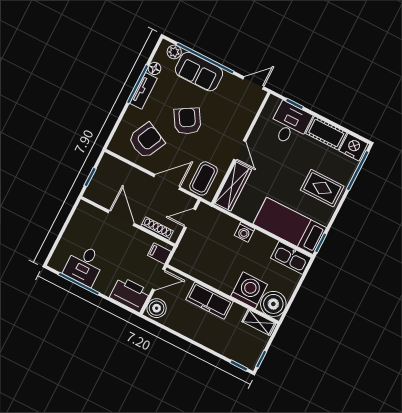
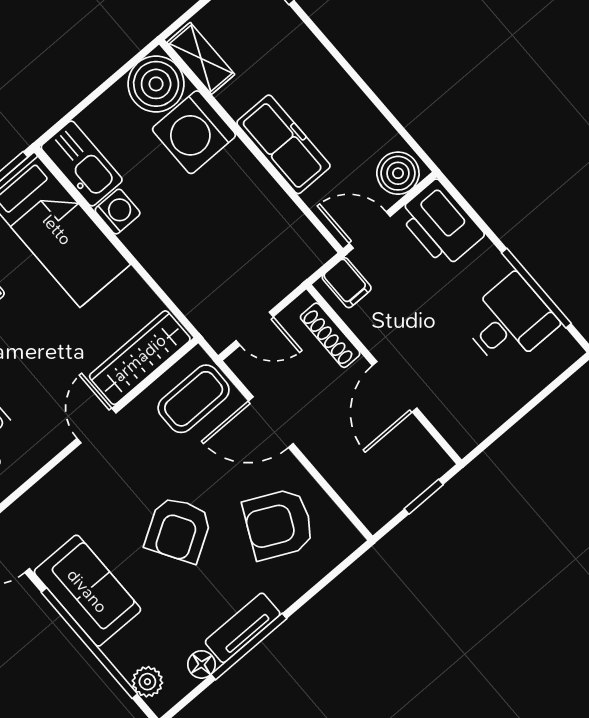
sofa: (199, 72) -> (87, 591), moved
washing machine: (245, 232) -> (118, 212), moved

